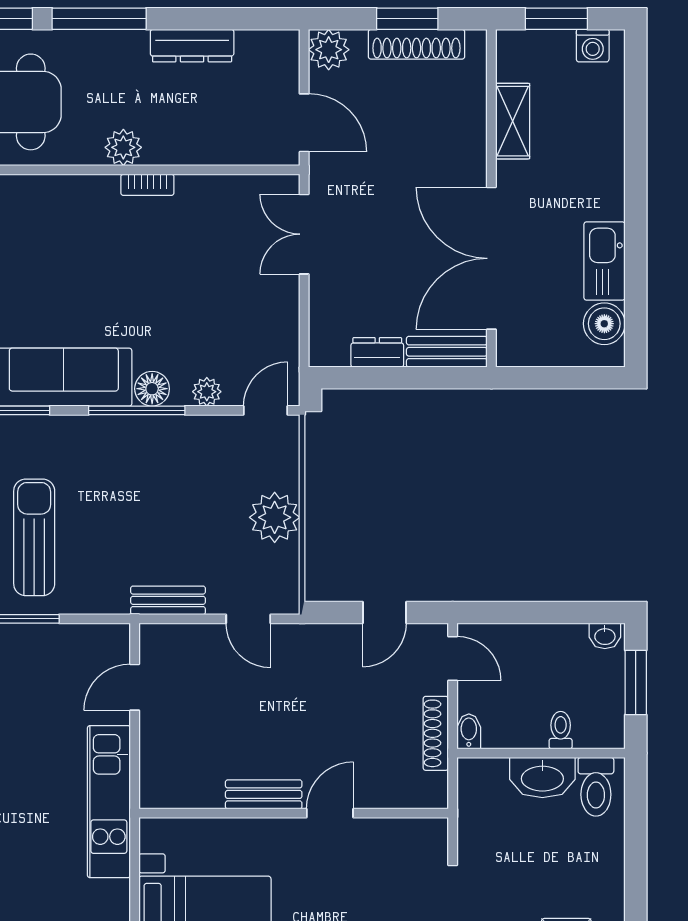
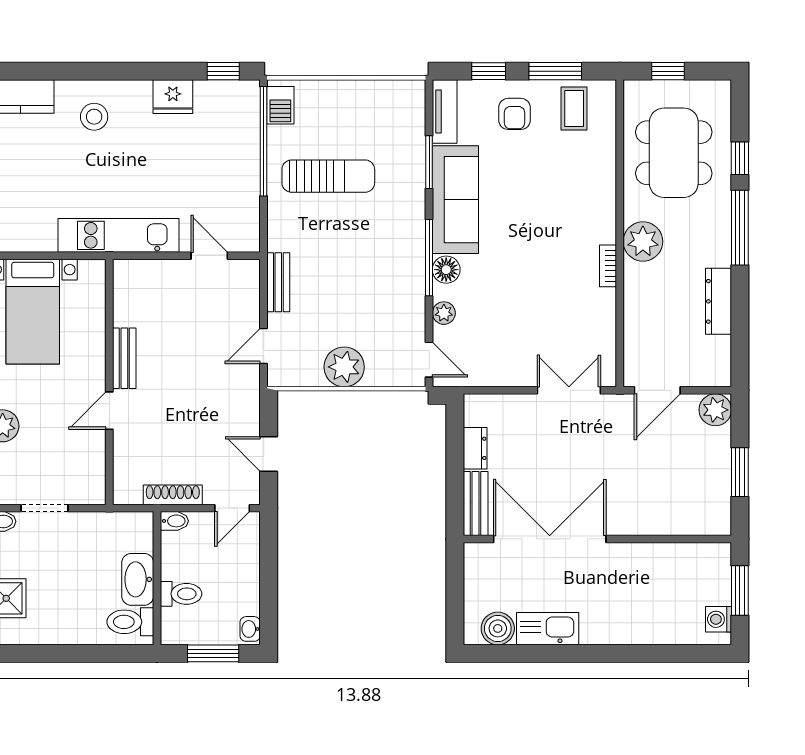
shoe rack: (416, 44) -> (720, 479), removed
shelving: (513, 121) -> (659, 556), removed
plant: (123, 147) -> (643, 242), width x1.36, depth x1.36
toilet: (561, 730) -> (181, 594), width x1.37, depth x1.39
door: (330, 813) -> (109, 411), swing flipped

